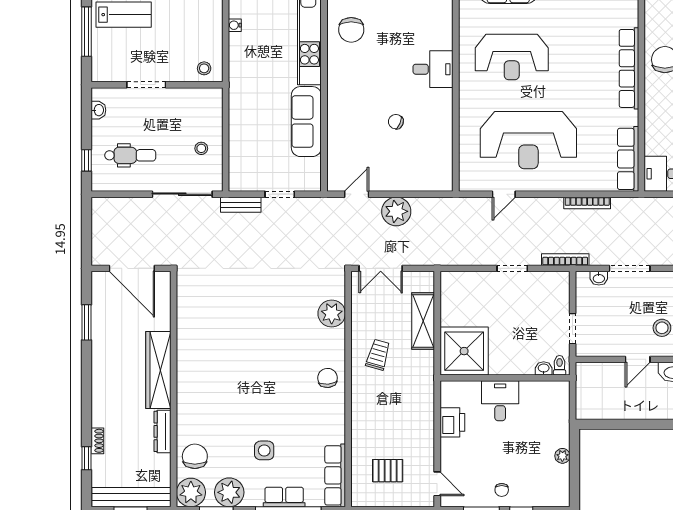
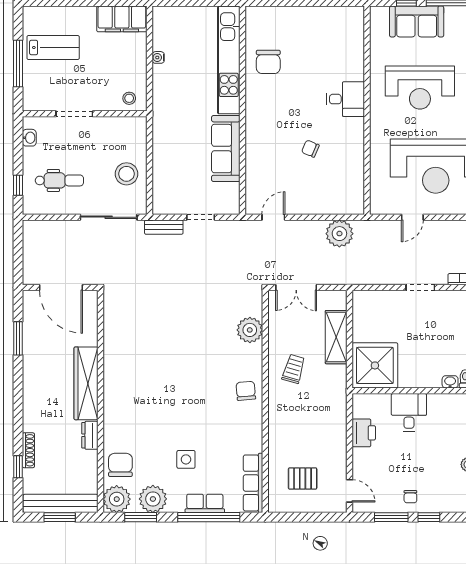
stool: (201, 148) -> (127, 174), width x1.89, depth x1.89
plant: (396, 211) -> (339, 234), moved
dresser: (163, 431) -> (90, 435), width x0.70
shoe rack: (97, 441) -> (28, 450), width x1.43

